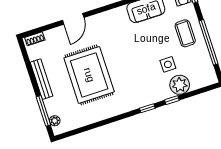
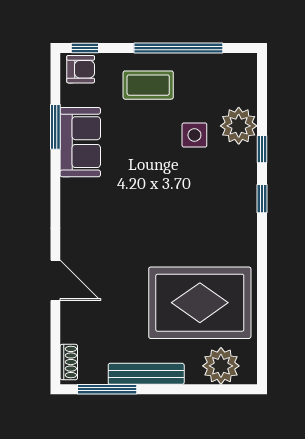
rug: (89, 75) -> (200, 303), moved
window: (43, 111) -> (107, 389), moved
plant: (55, 121) -> (221, 366), width x1.87, depth x1.87

